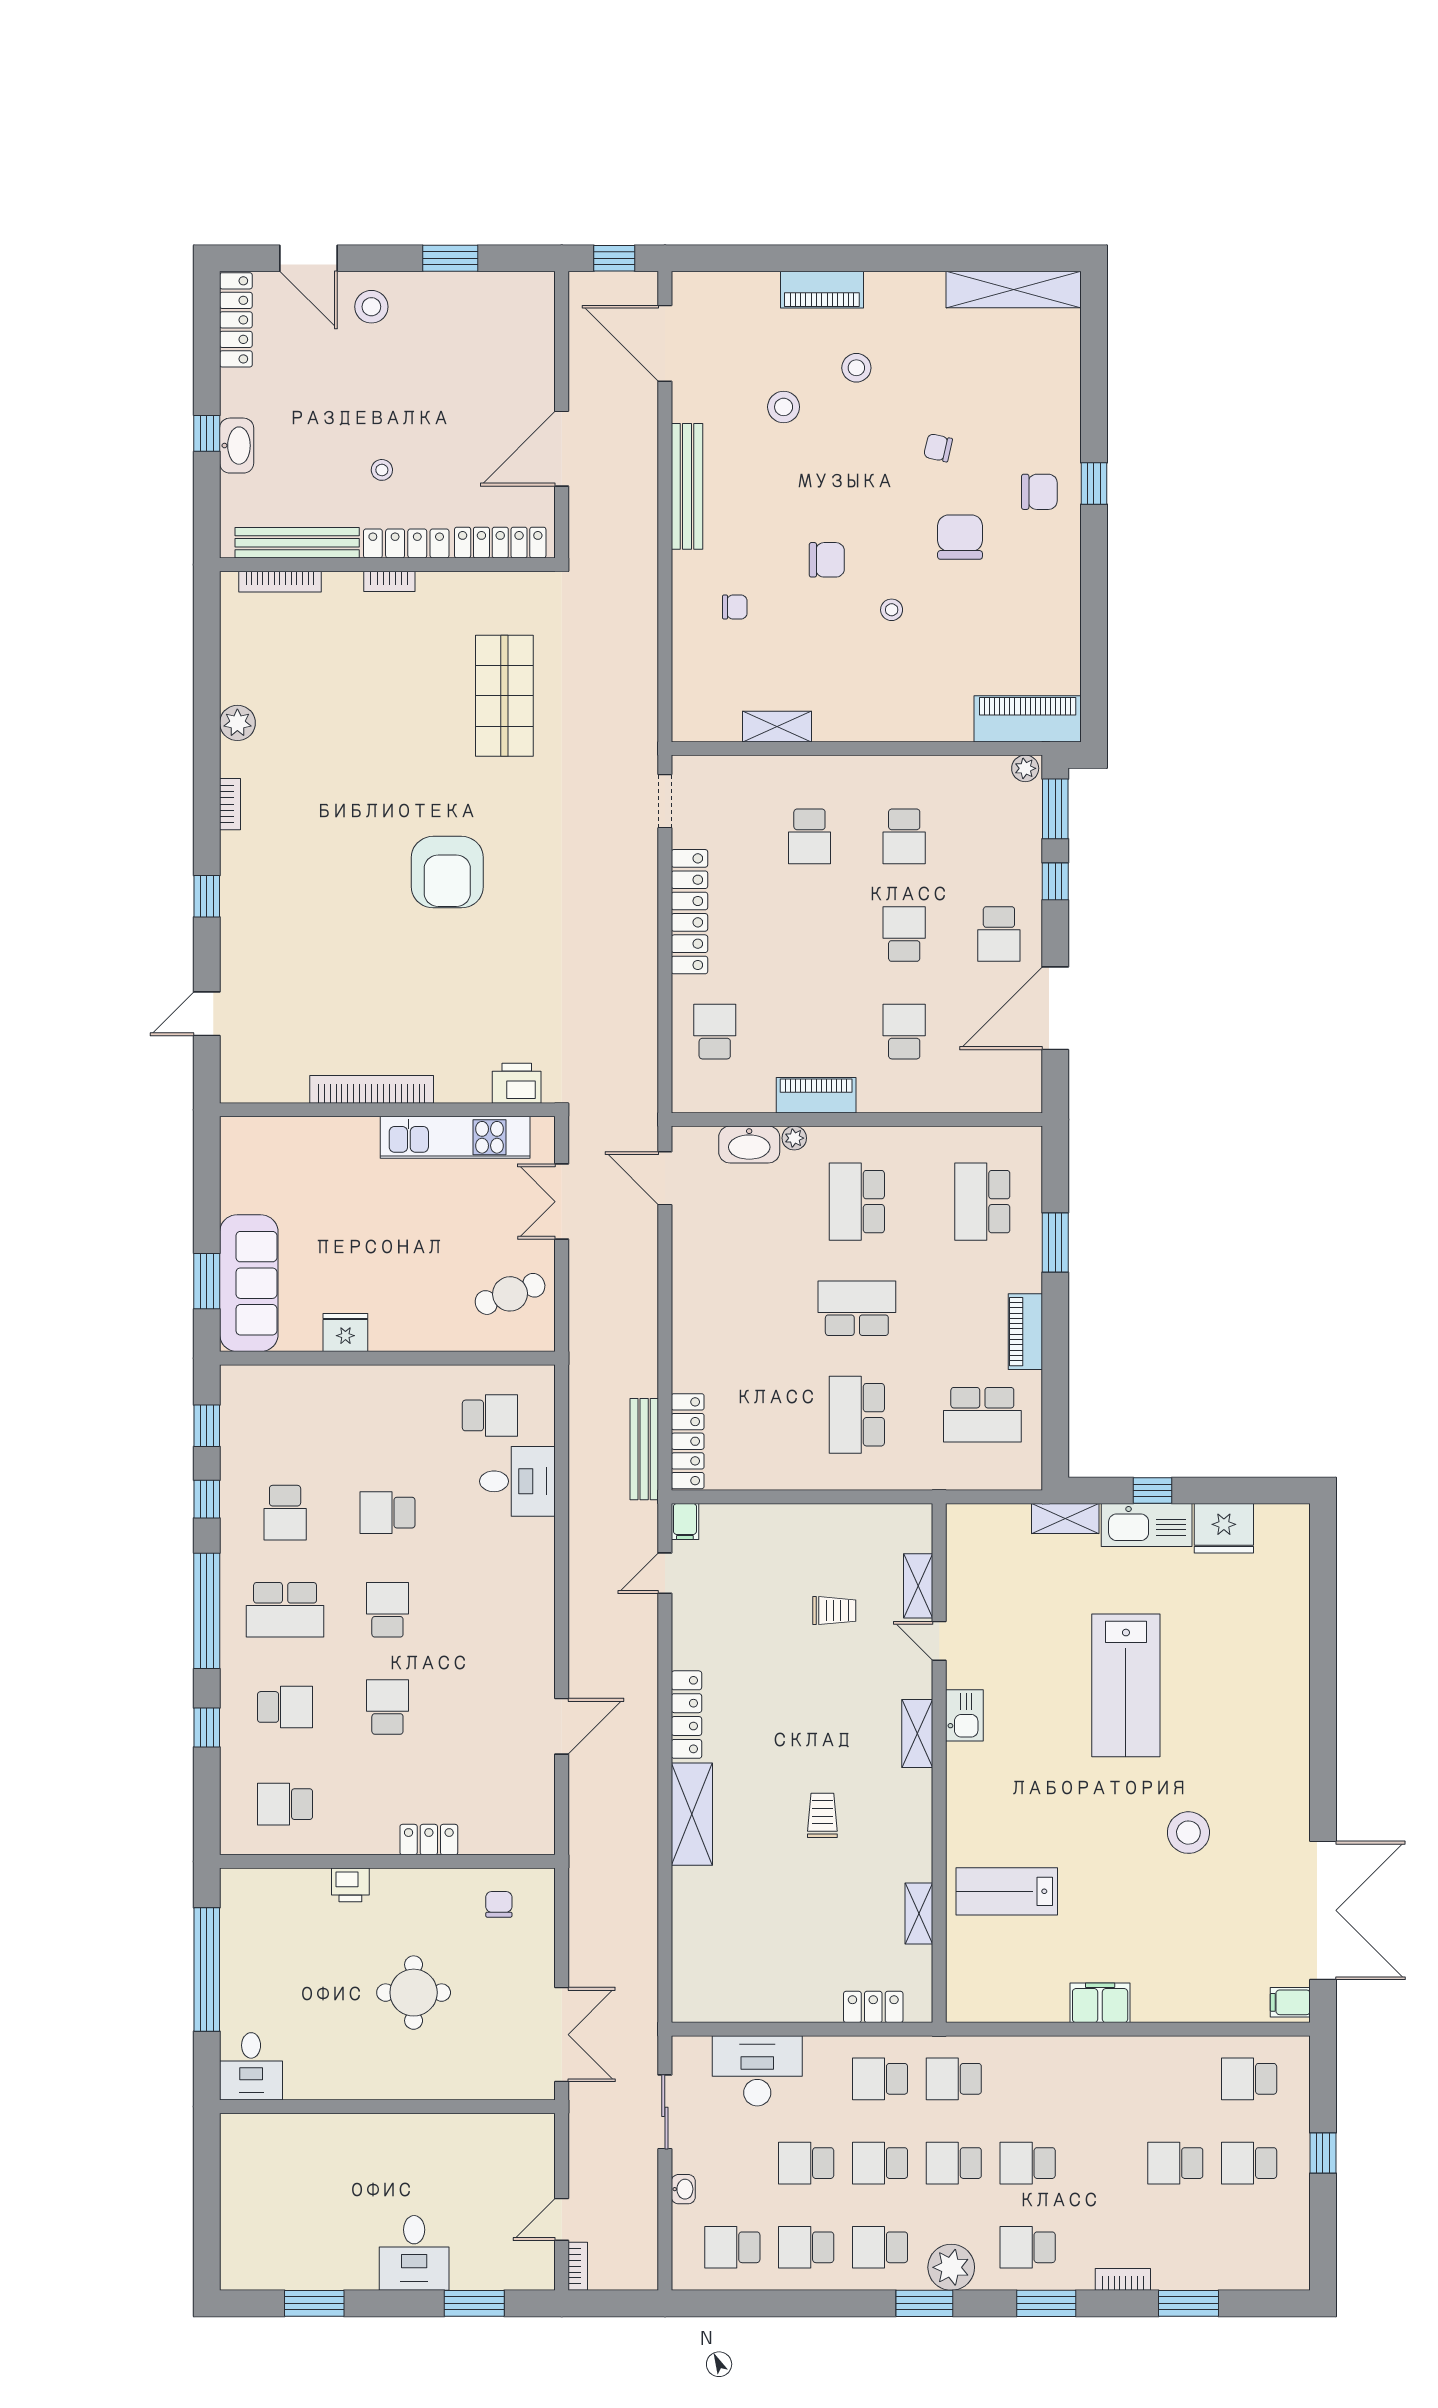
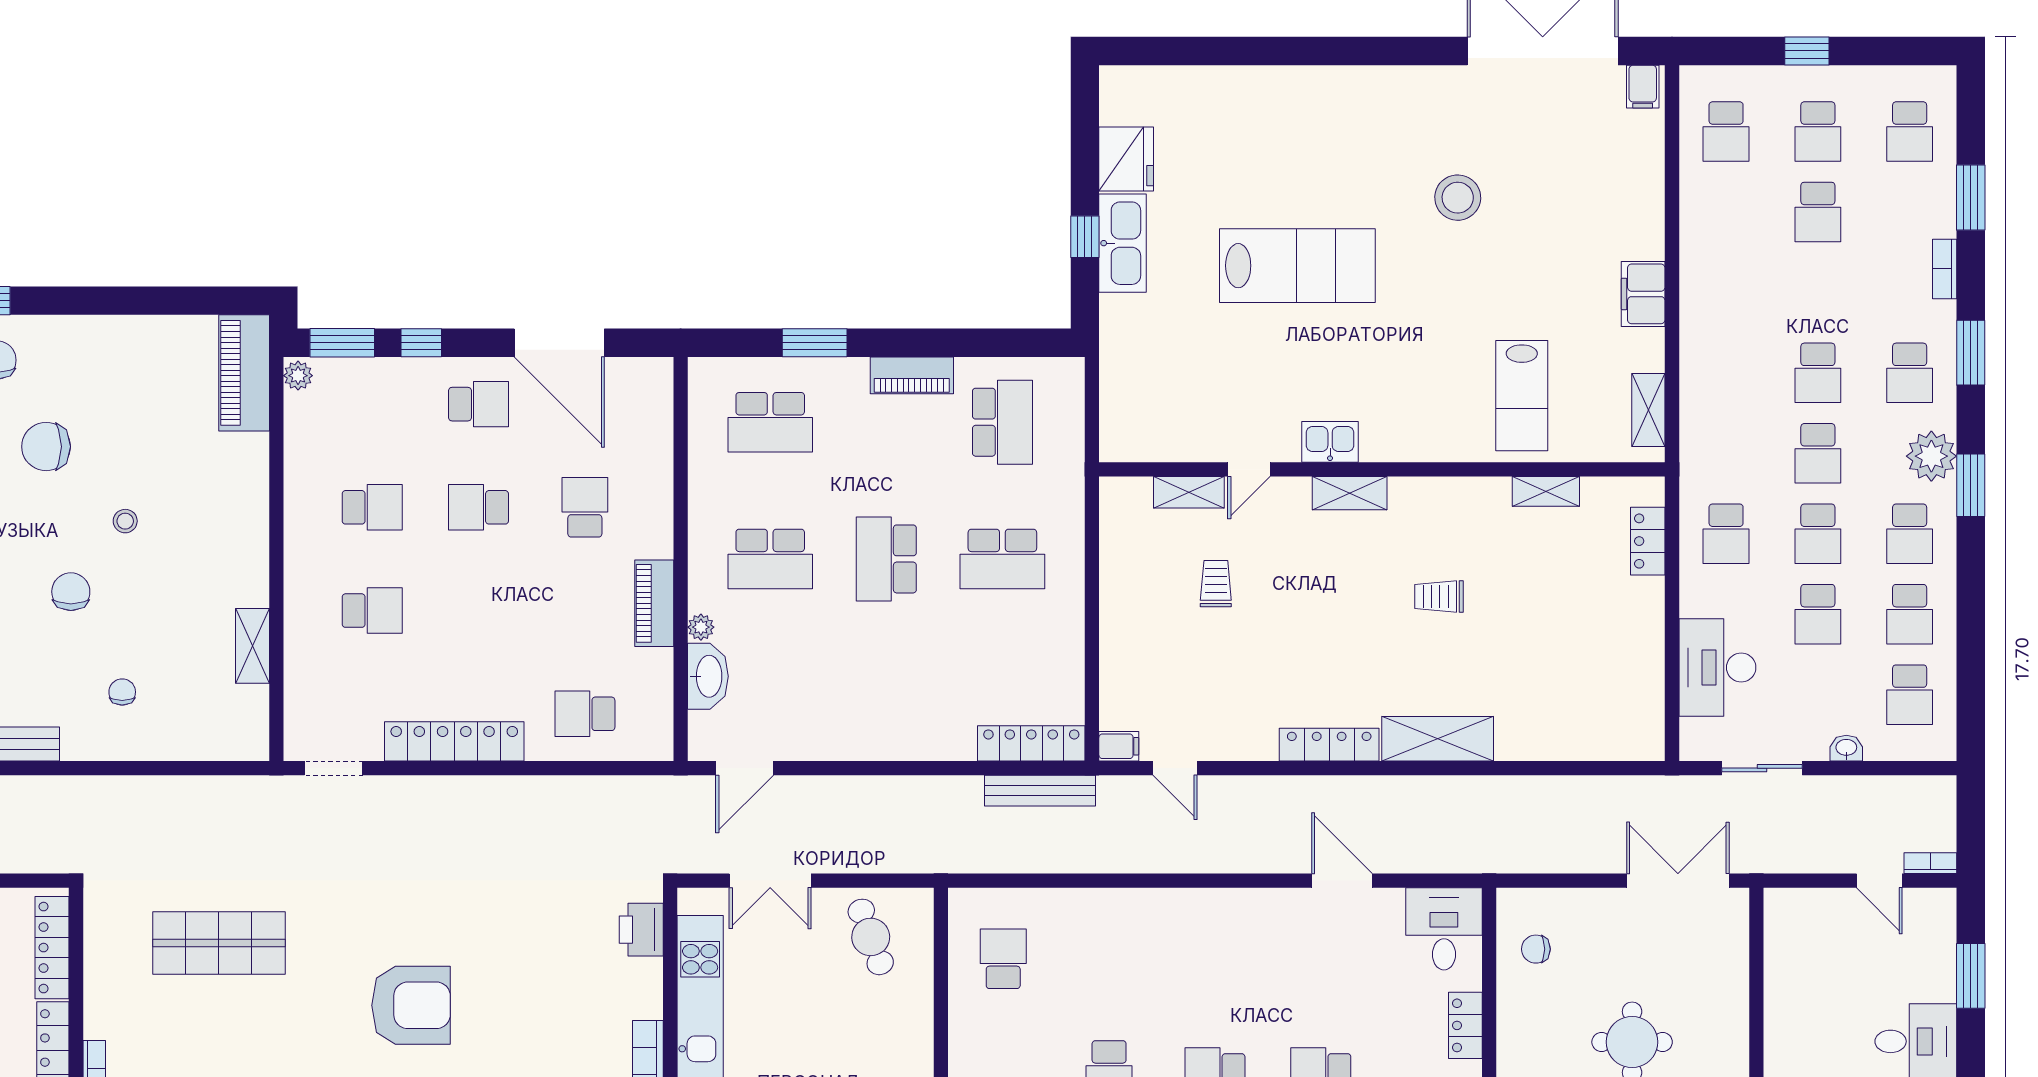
school desk: (904, 1032) -> (585, 507), turned 90
desk: (517, 1481) -> (1444, 929), moved
shelving: (1065, 1519) -> (1648, 410), moved
school desk: (954, 2079) -> (1910, 132), moved

